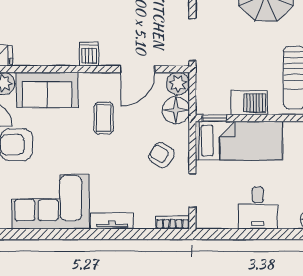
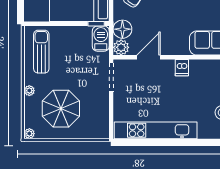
barbecue: (249, 103) -> (101, 39), moved, turned 90
coffee table: (104, 118) -> (172, 24), removed

